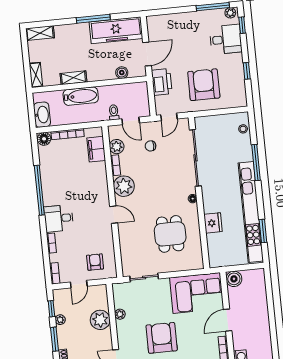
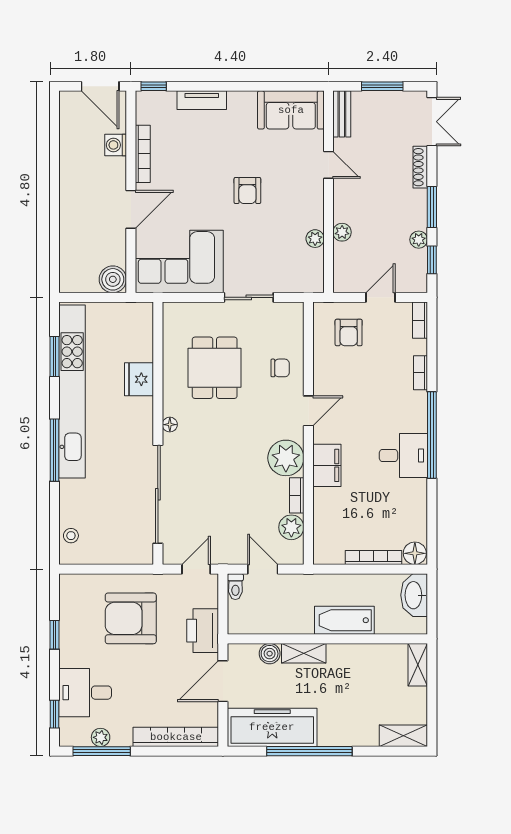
plant: (230, 13) -> (101, 737), moved
window: (93, 19) -> (309, 751), width x1.46
bookcase: (171, 19) -> (176, 737), added
shelving: (73, 78) -> (304, 653), moved
armchair: (204, 85) -> (131, 618), turned 90
toilet: (114, 112) -> (235, 587), moved
chair: (151, 146) -> (280, 368), moved
filing cabinet: (96, 149) -> (327, 465), moved
window: (256, 163) -> (54, 450), moved
window: (39, 190) -> (432, 435), moved
door: (114, 215) -> (308, 411), swing flipped
desk: (59, 218) -> (403, 456), moved
sliding door: (144, 278) -> (249, 297), moved
plant: (100, 320) -> (342, 232), width x0.53, depth x0.53
armchair: (162, 338) -> (247, 191), width x0.53, depth x0.53

